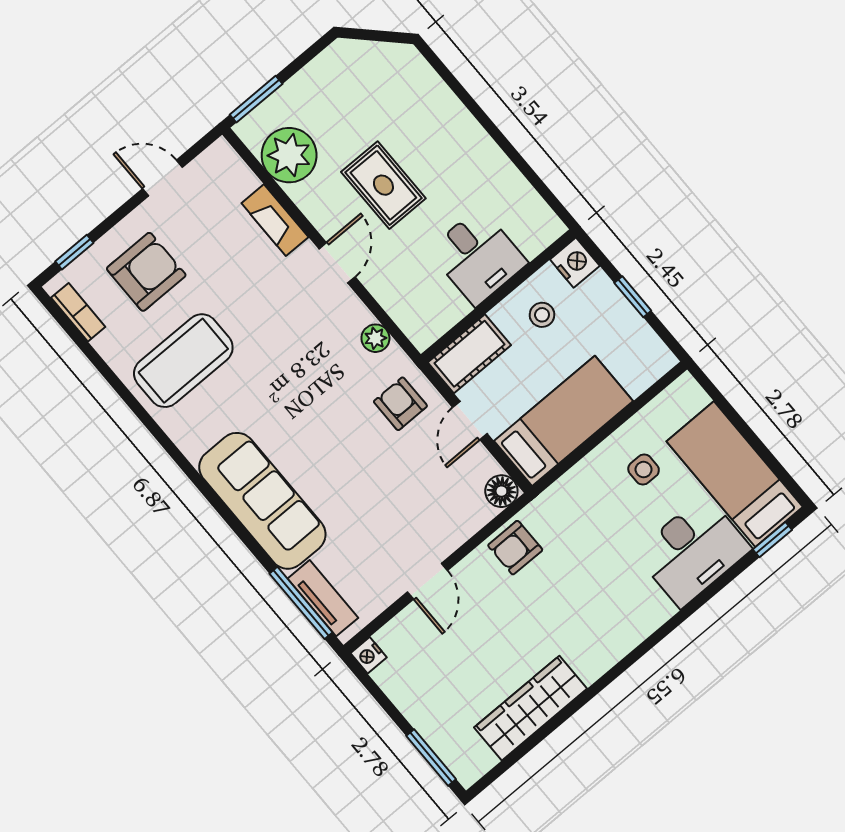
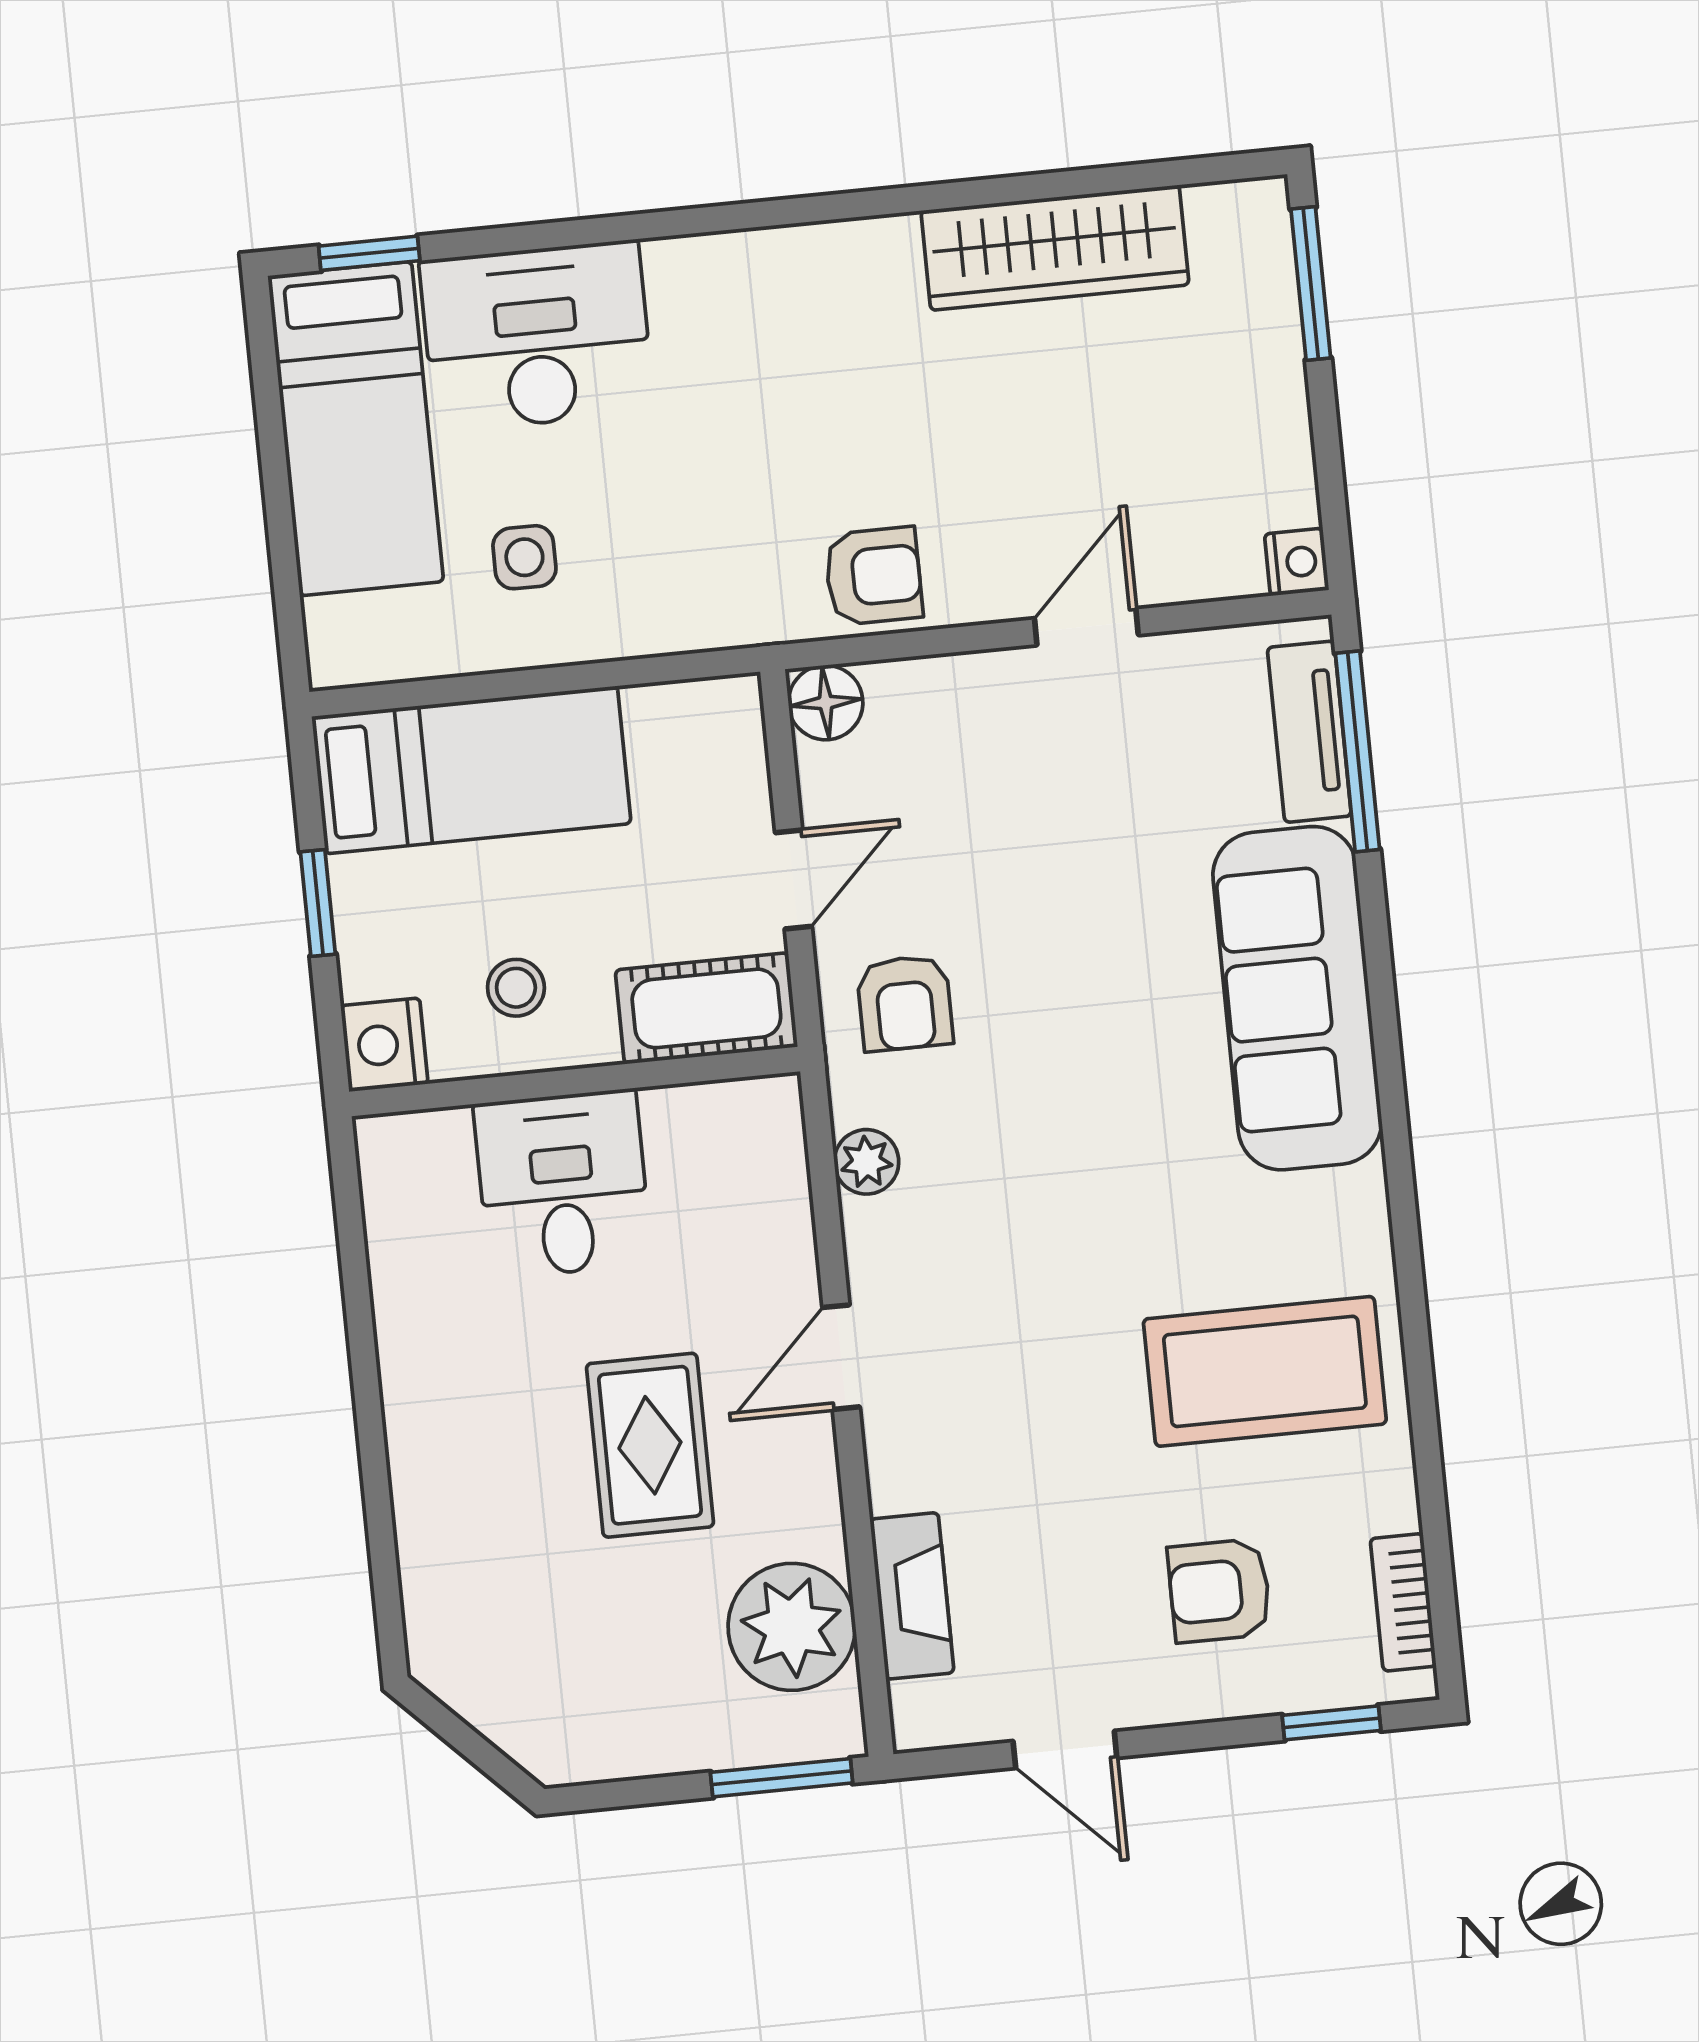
fireplace: (275, 220) -> (912, 1596), moved
armchair: (146, 272) -> (1219, 1591), width x0.72, depth x0.72
bed: (563, 421) -> (471, 770), moved, turned 180

